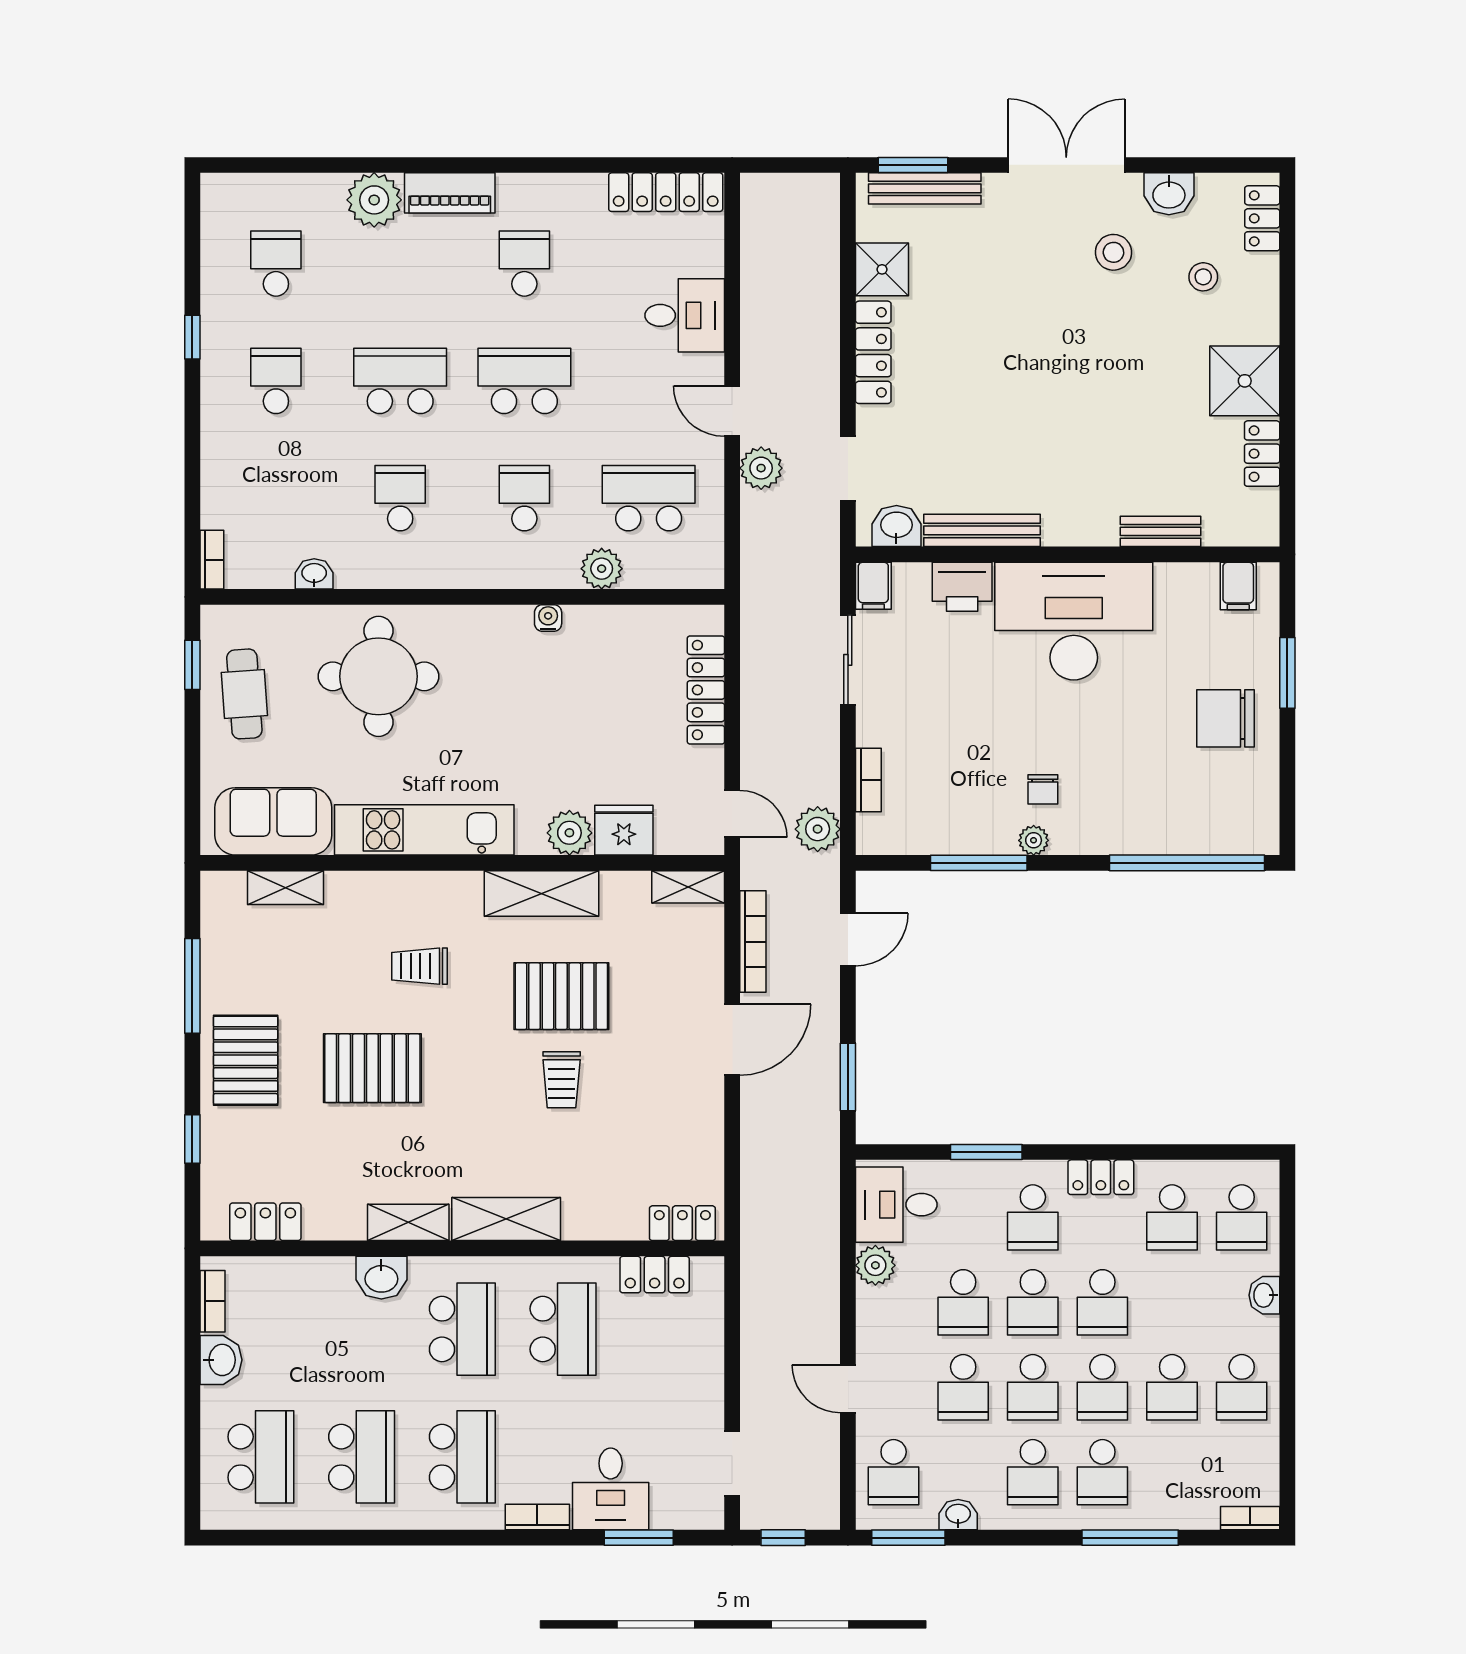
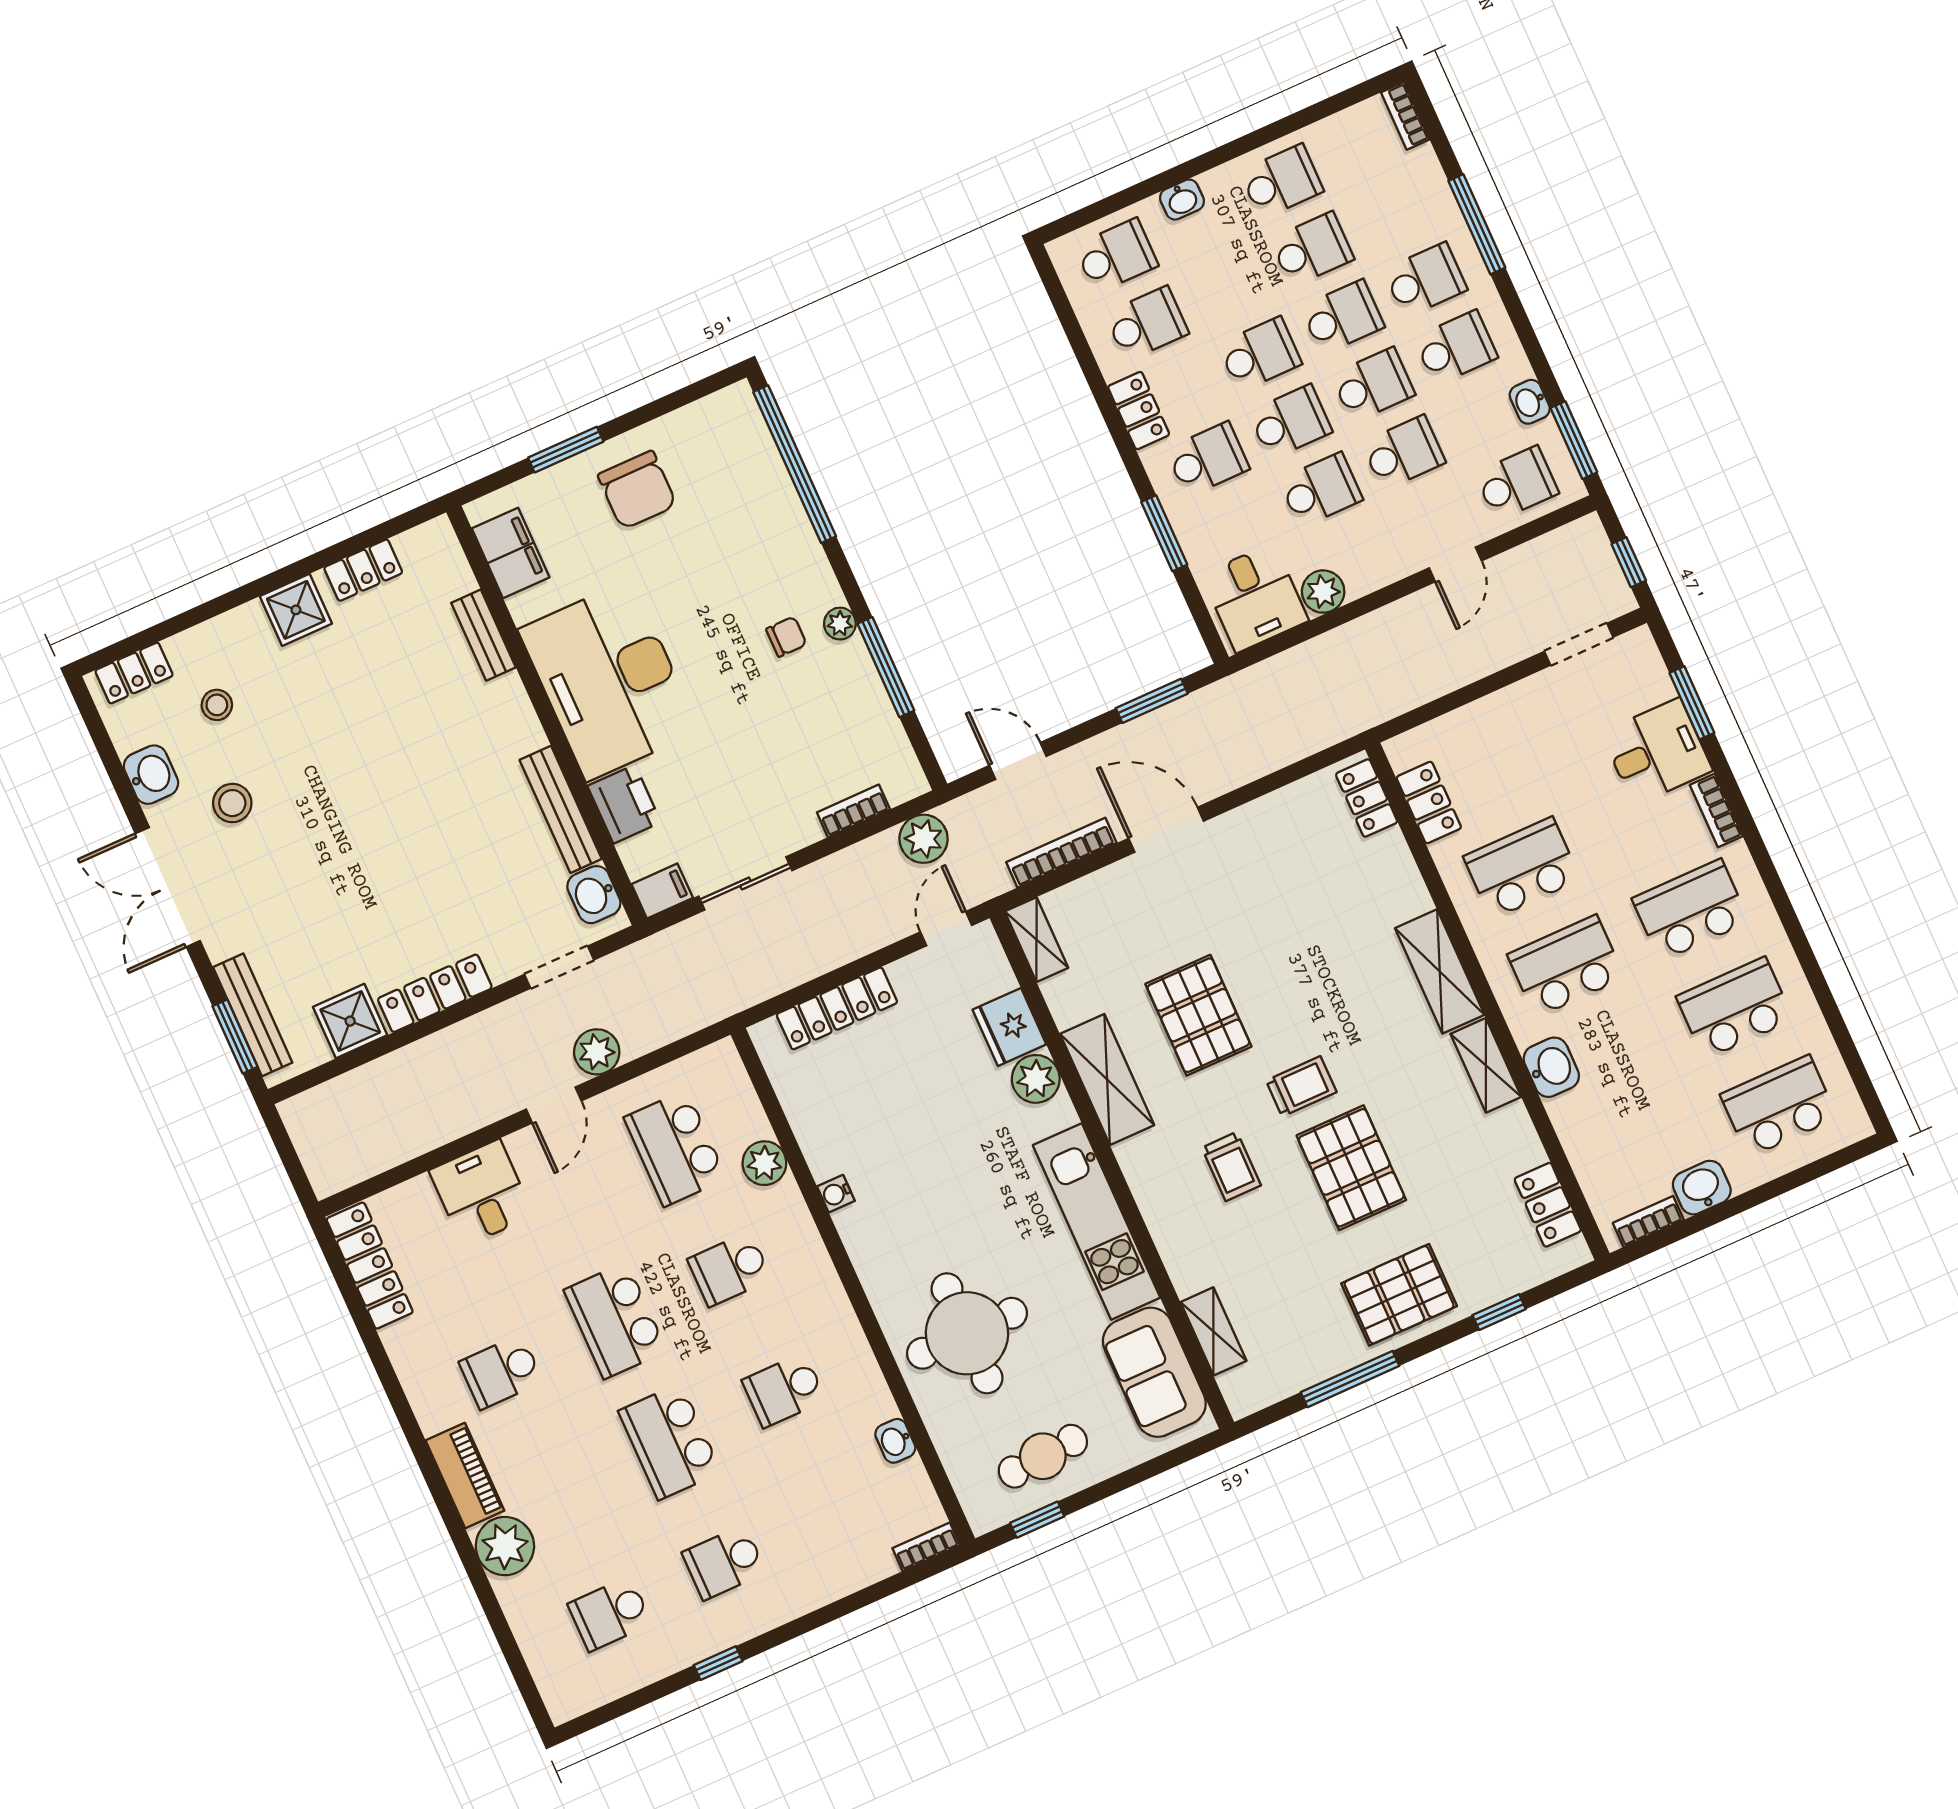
shower: (1245, 381) -> (296, 610), width x0.73, depth x0.73
filing cabinet: (1238, 586) -> (511, 553), width x2.00
trolley: (562, 1080) -> (1301, 1086), moved

